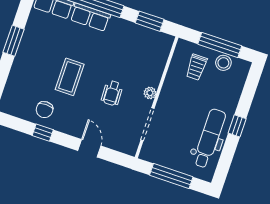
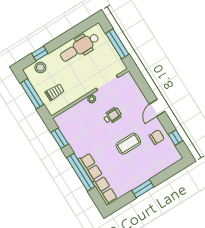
stool: (223, 63) -> (40, 68), moved
window: (237, 126) -> (40, 54), moved
window: (43, 133) -> (176, 138), moved
door: (89, 148) -> (157, 108), moved

